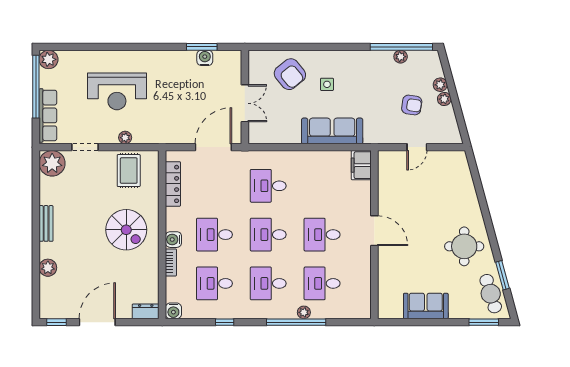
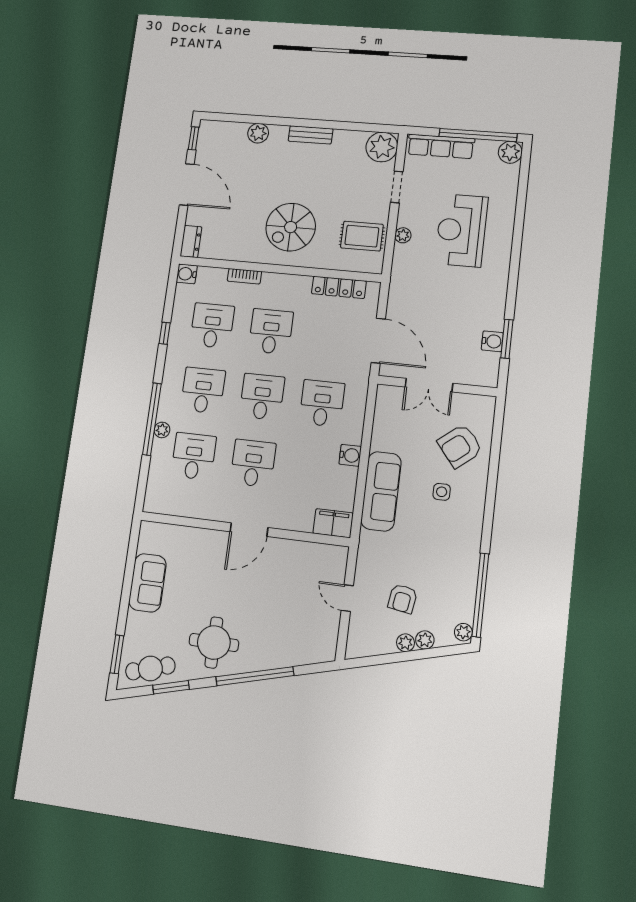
plant: (401, 57) -> (463, 632), moved
window: (485, 211) -> (255, 676), added
water cooler: (173, 240) -> (350, 455), moved, turned 90

